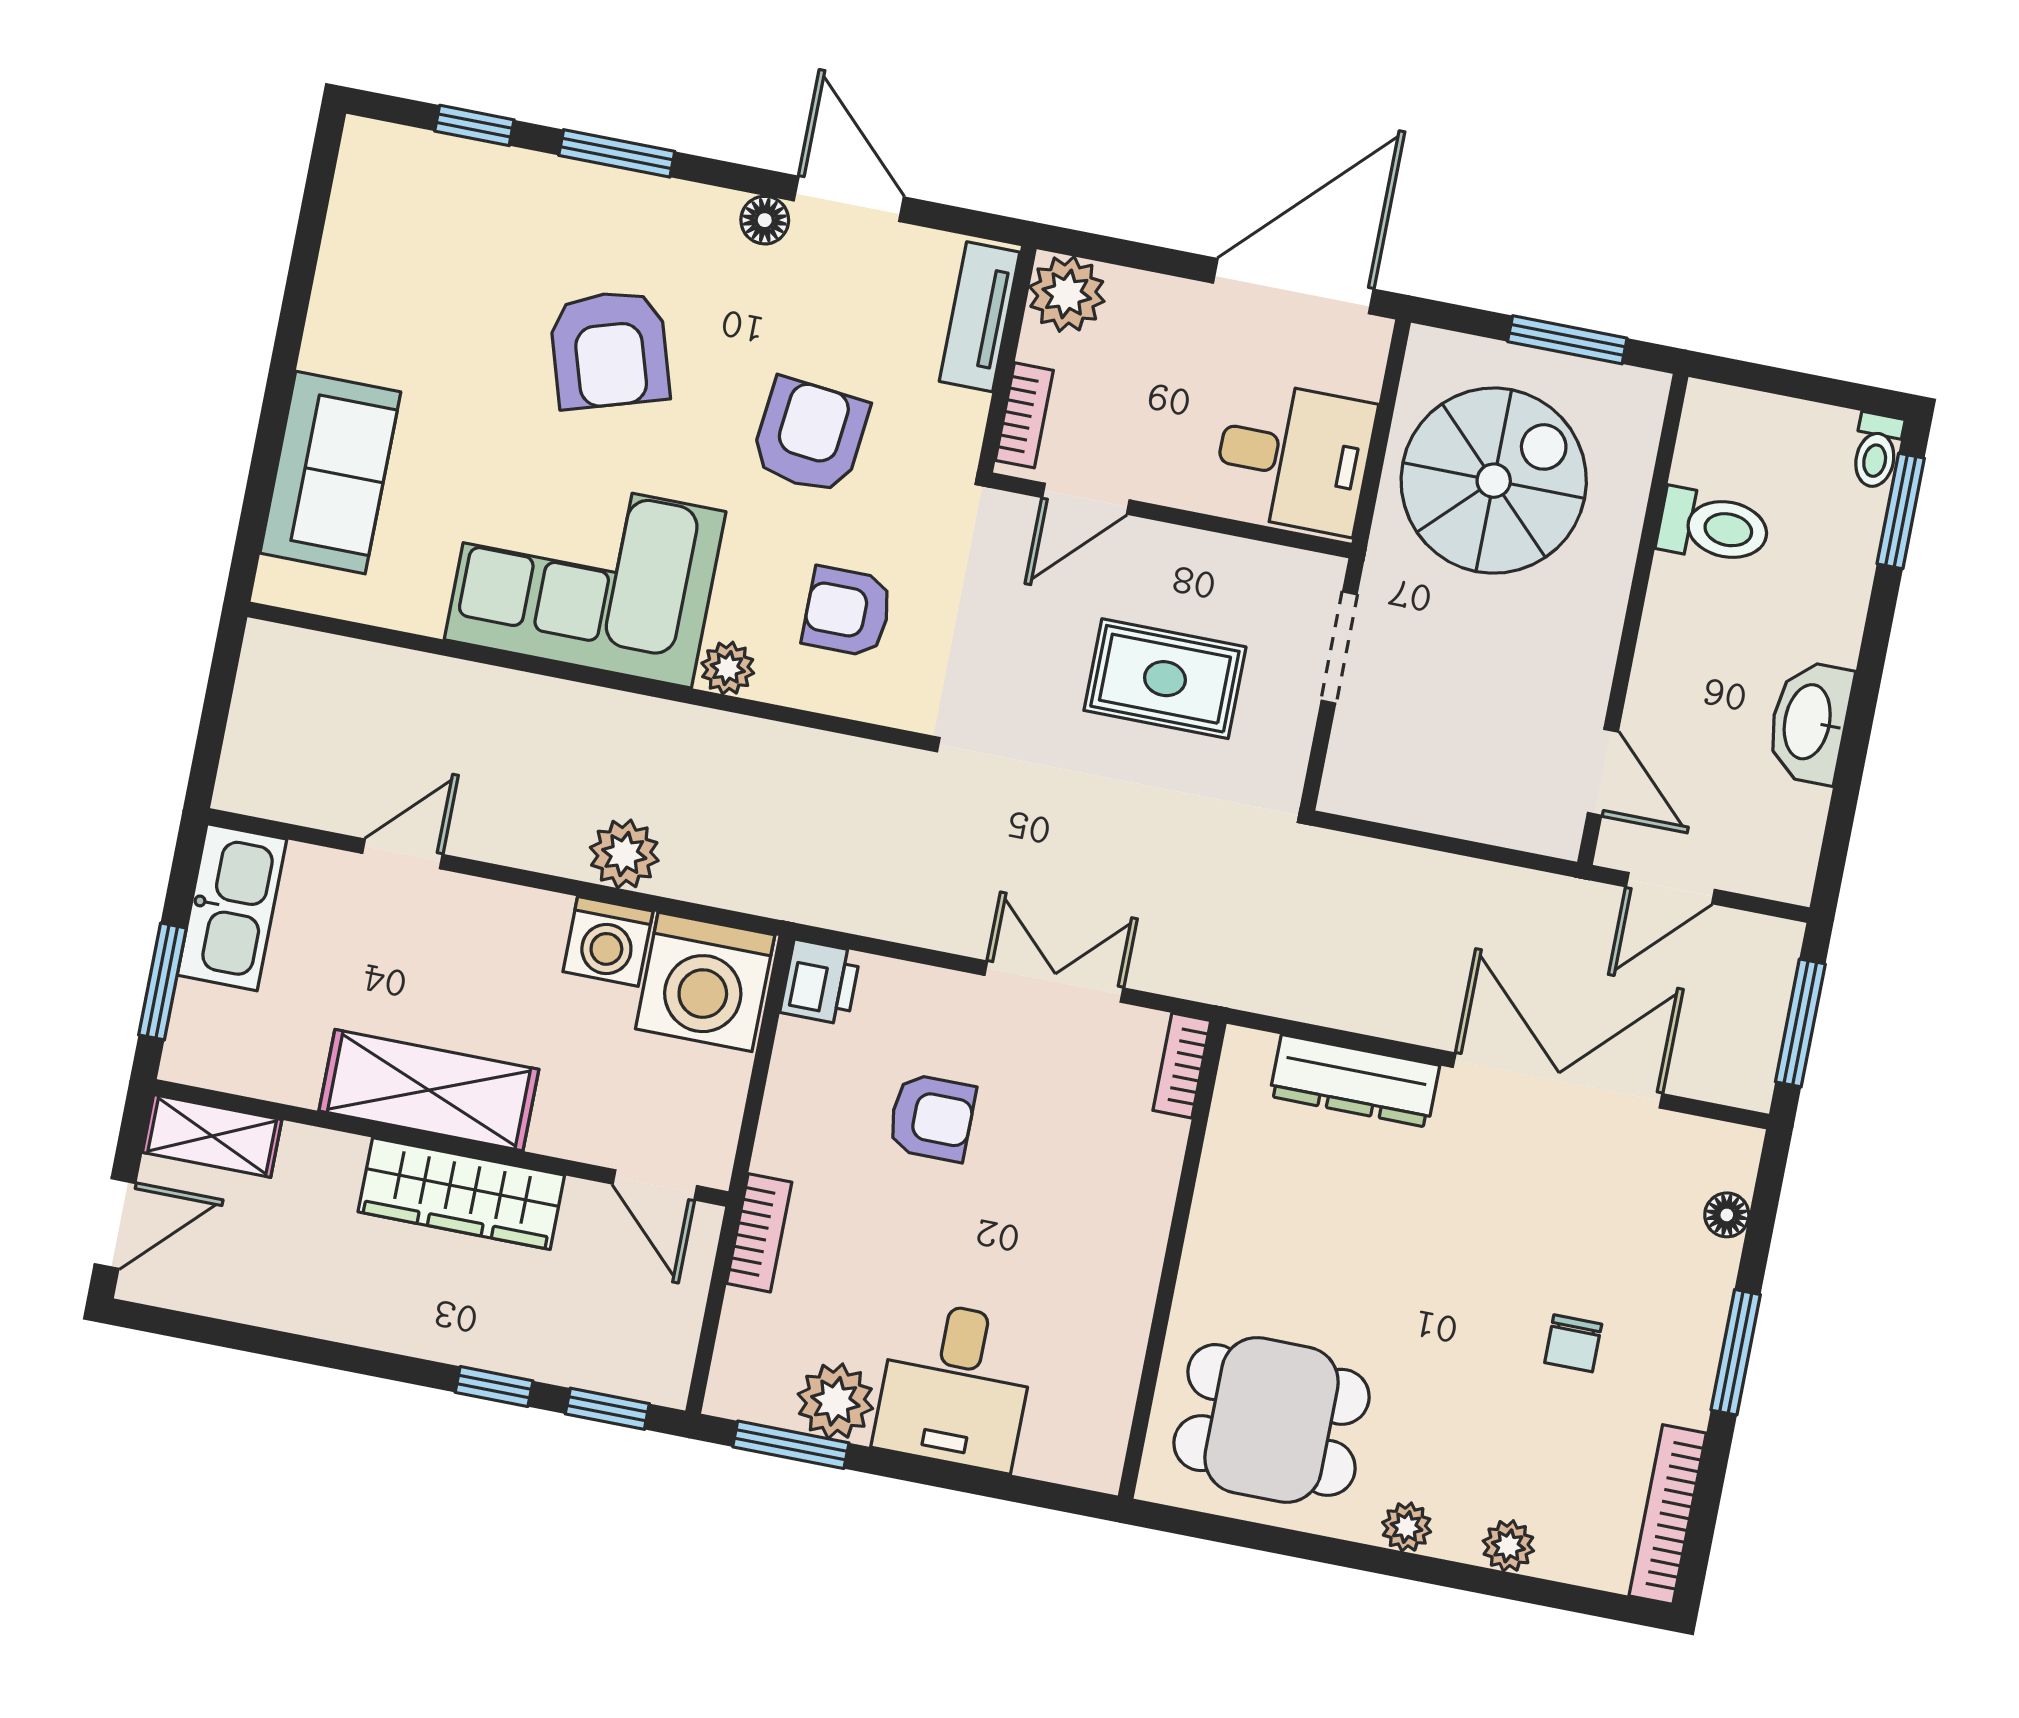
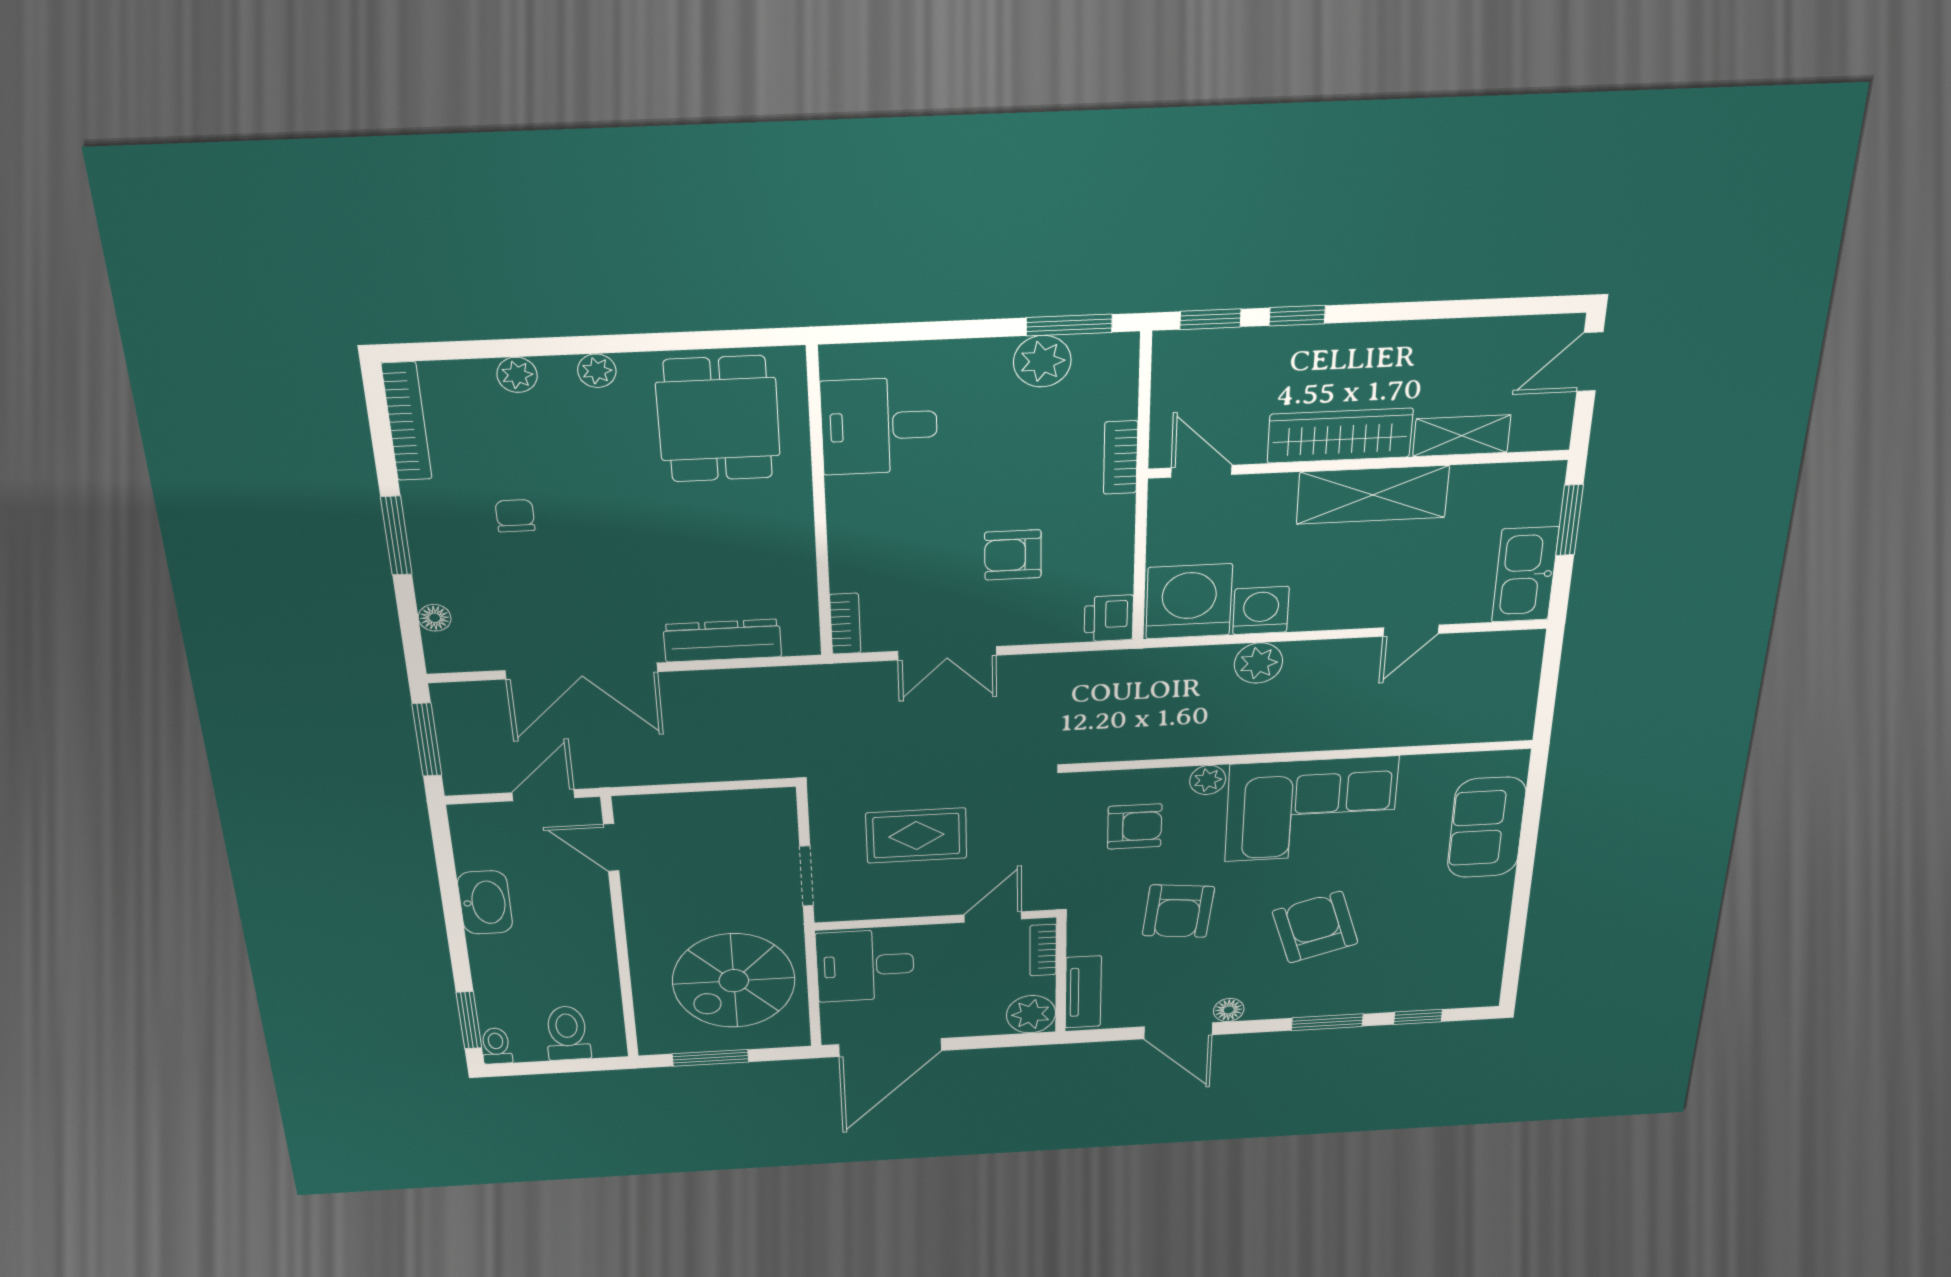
toilet: (1714, 527) -> (567, 1033), moved, turned 90
shelving: (212, 1136) -> (1462, 436), moved
desk: (955, 1385) -> (879, 426), moved, turned -90
dining table: (1272, 1420) -> (718, 419), turned 90

